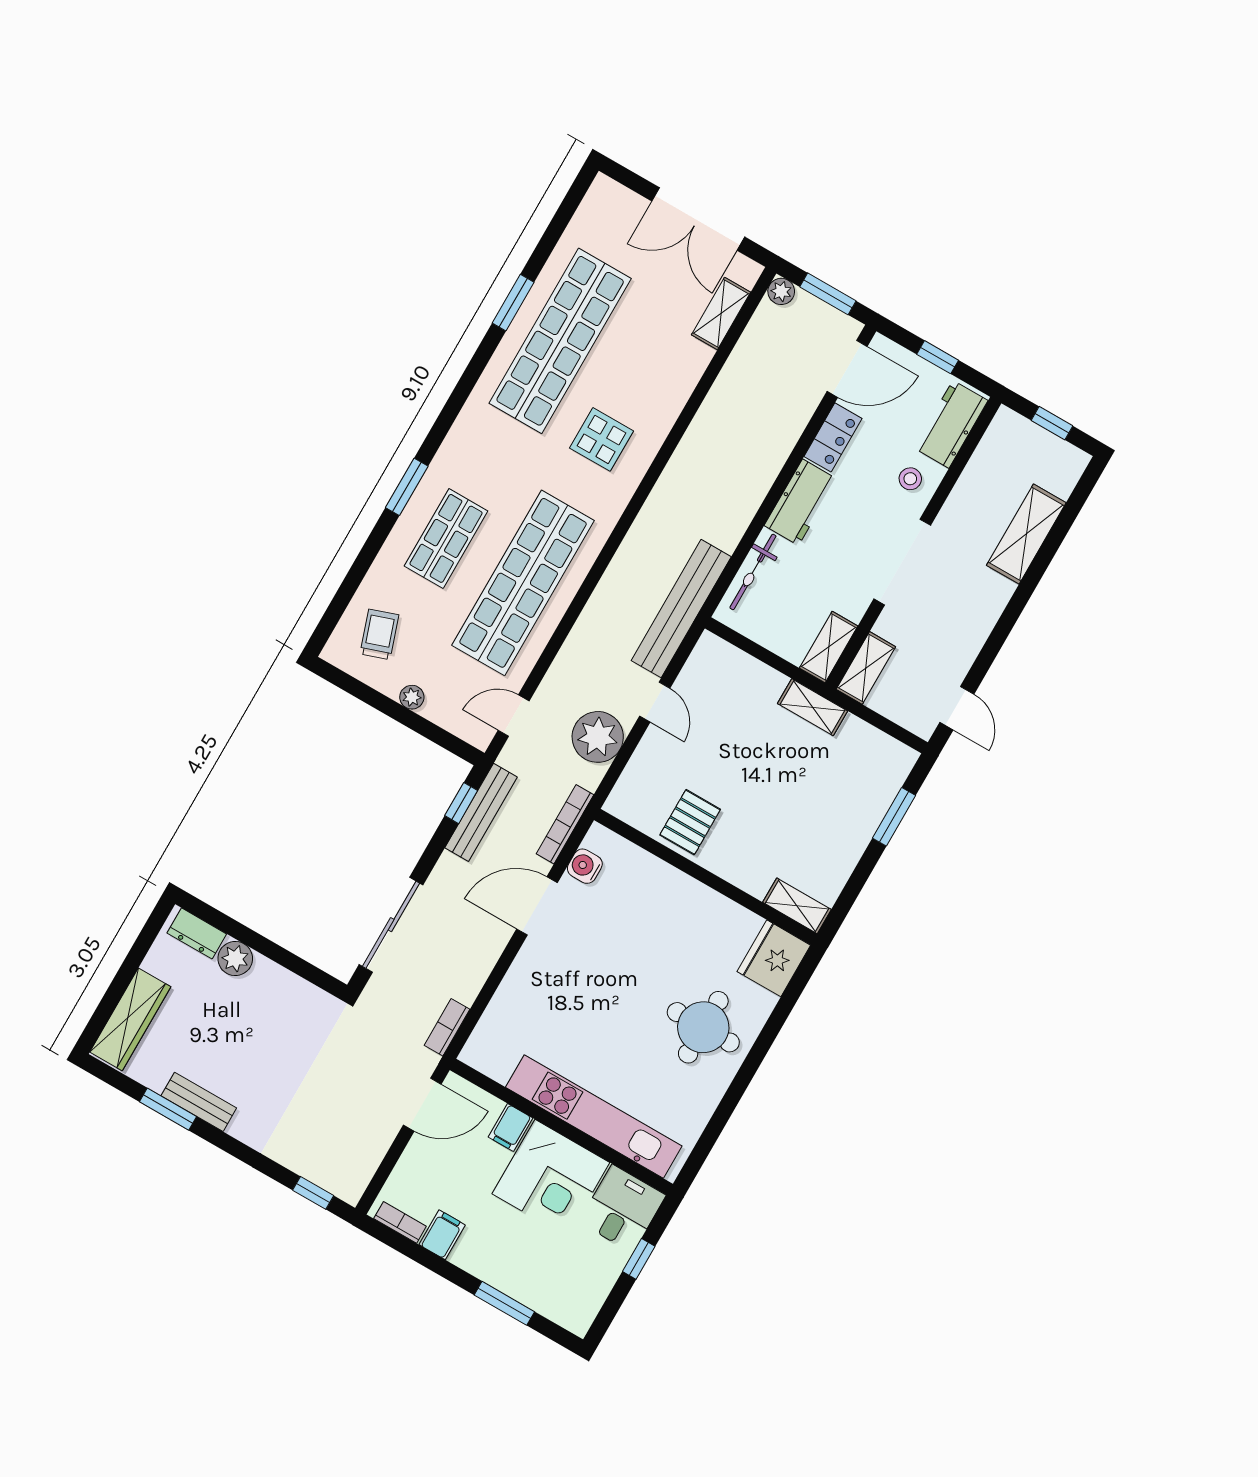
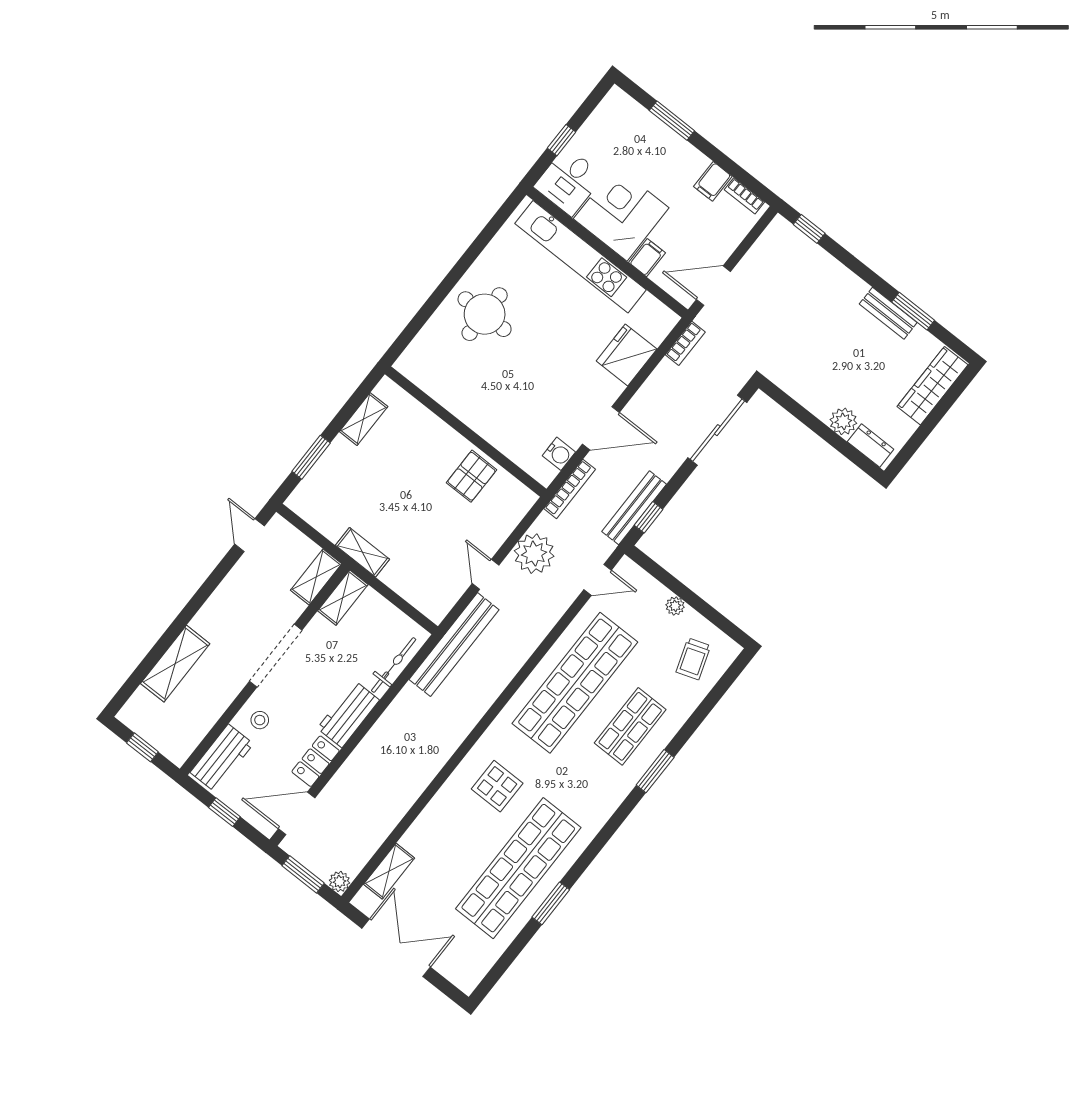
shelving: (797, 906) -> (364, 419), moved, turned 90
fridge: (774, 958) -> (627, 355), moved, turned 180

